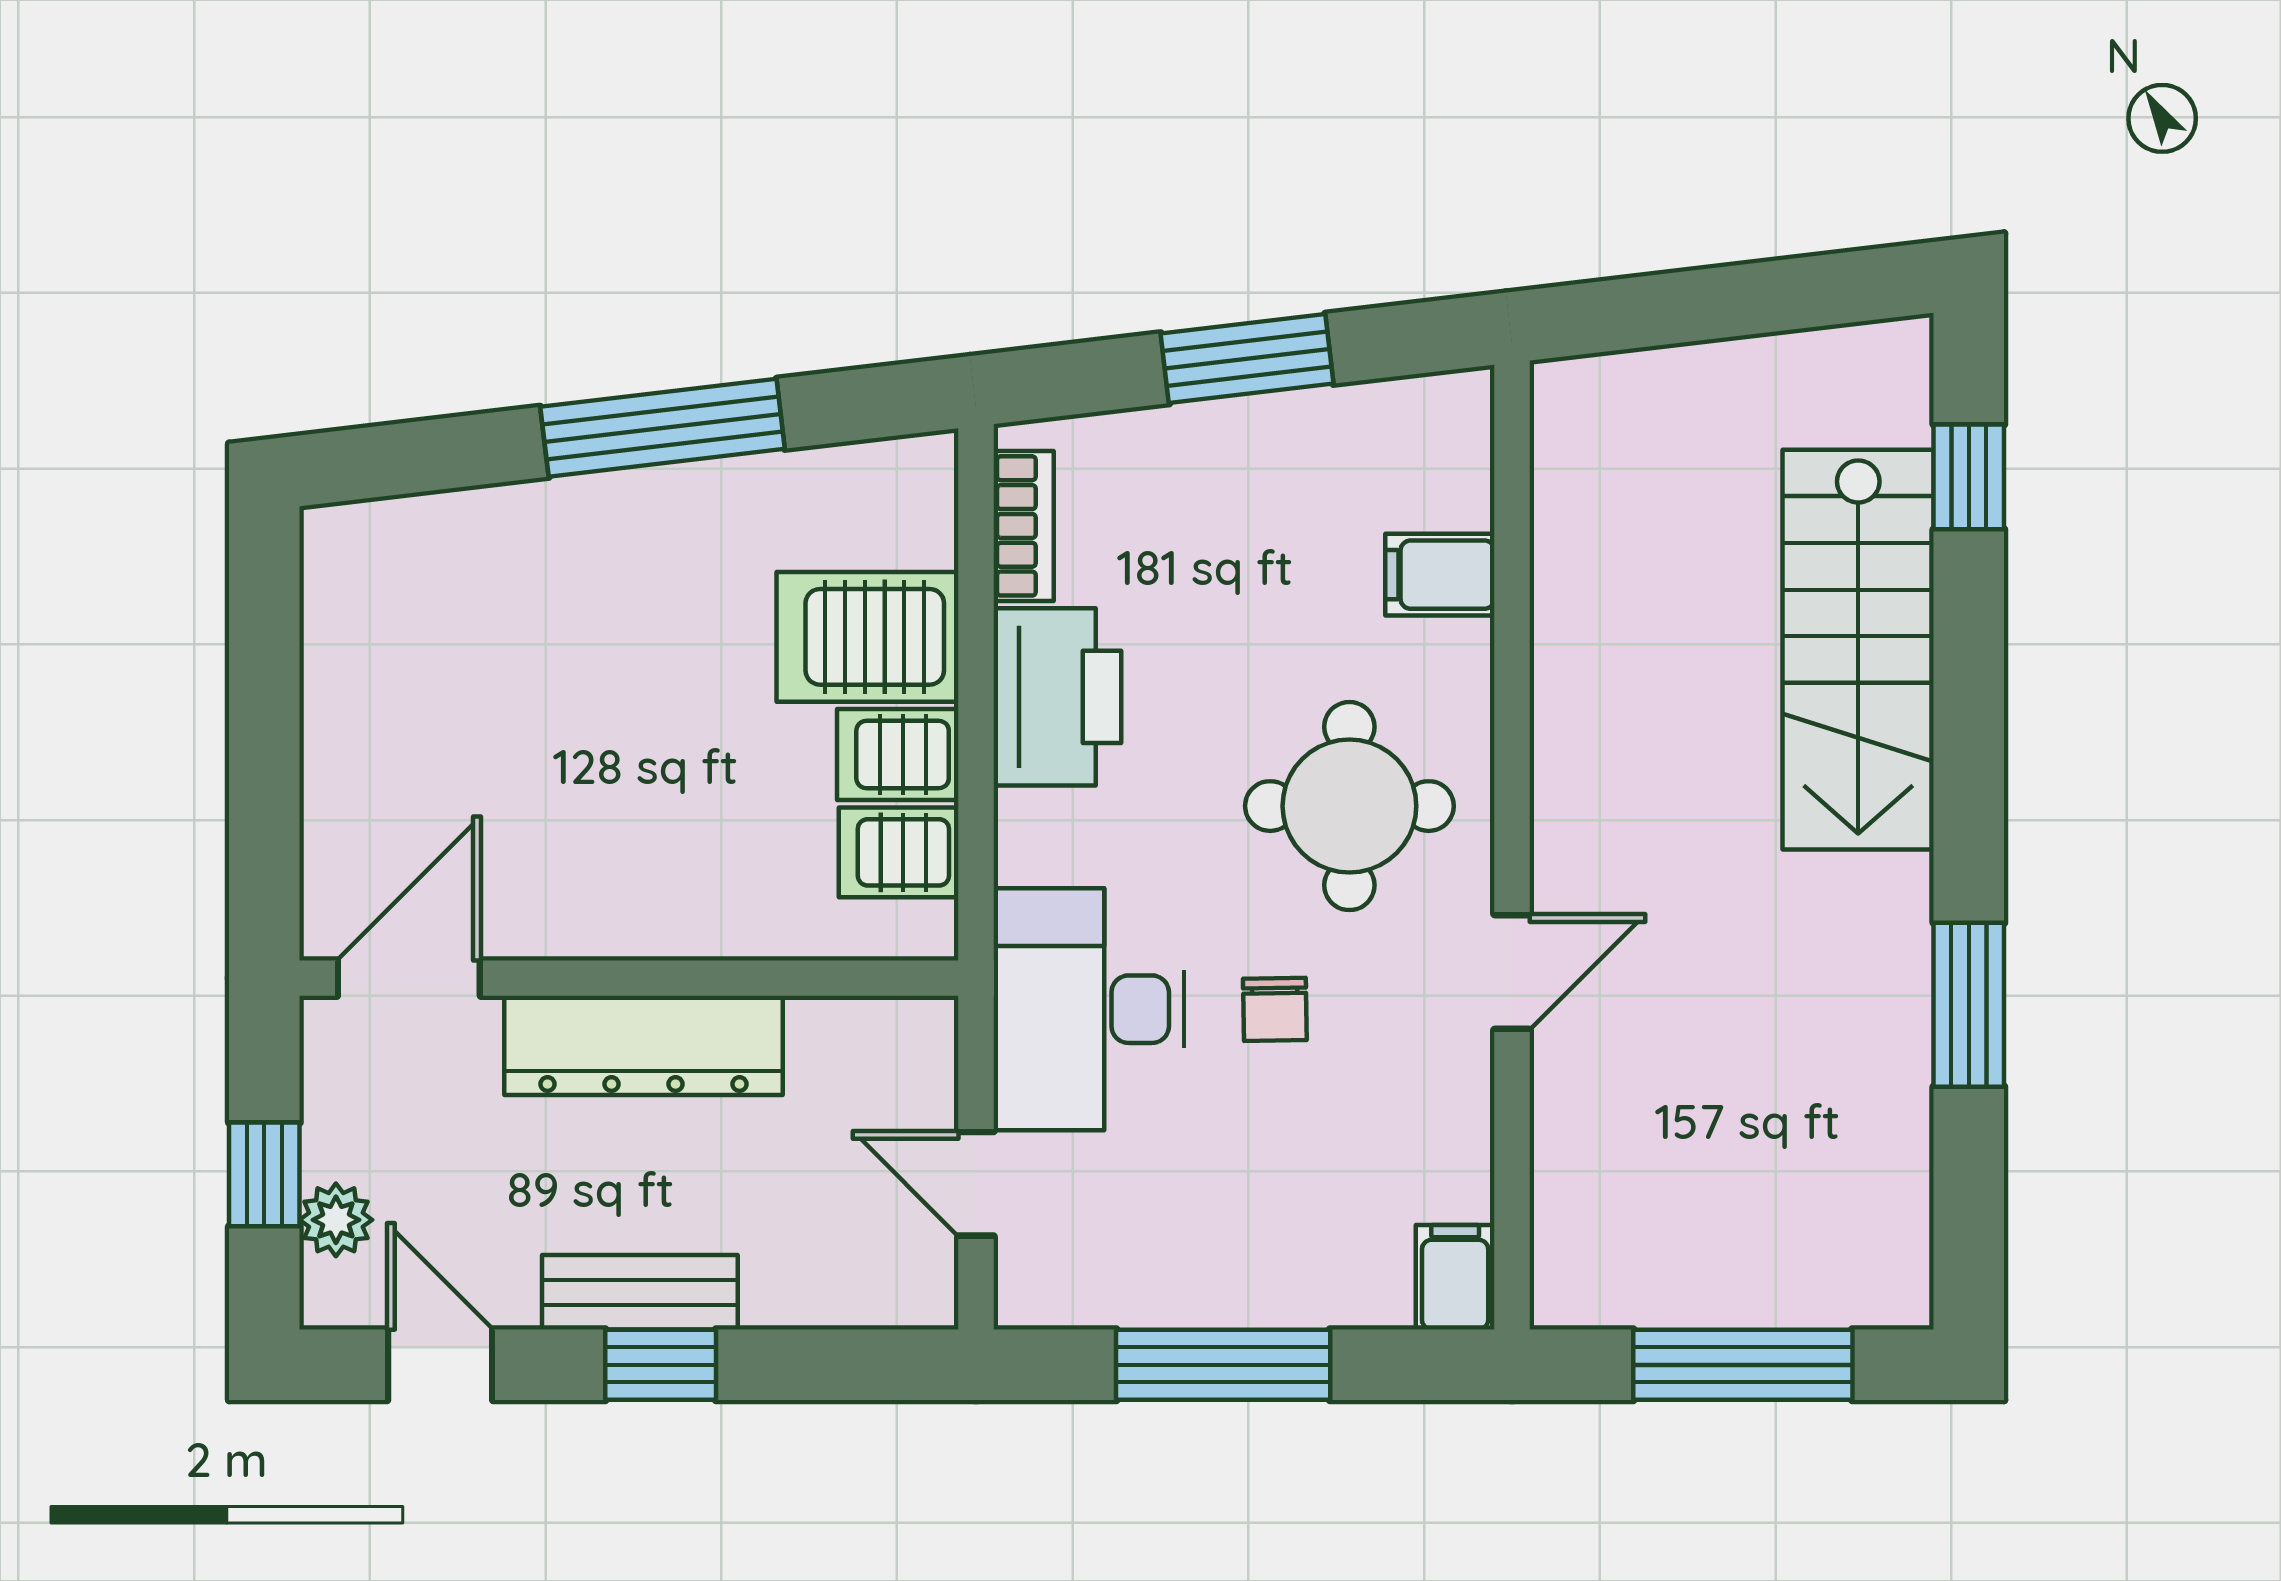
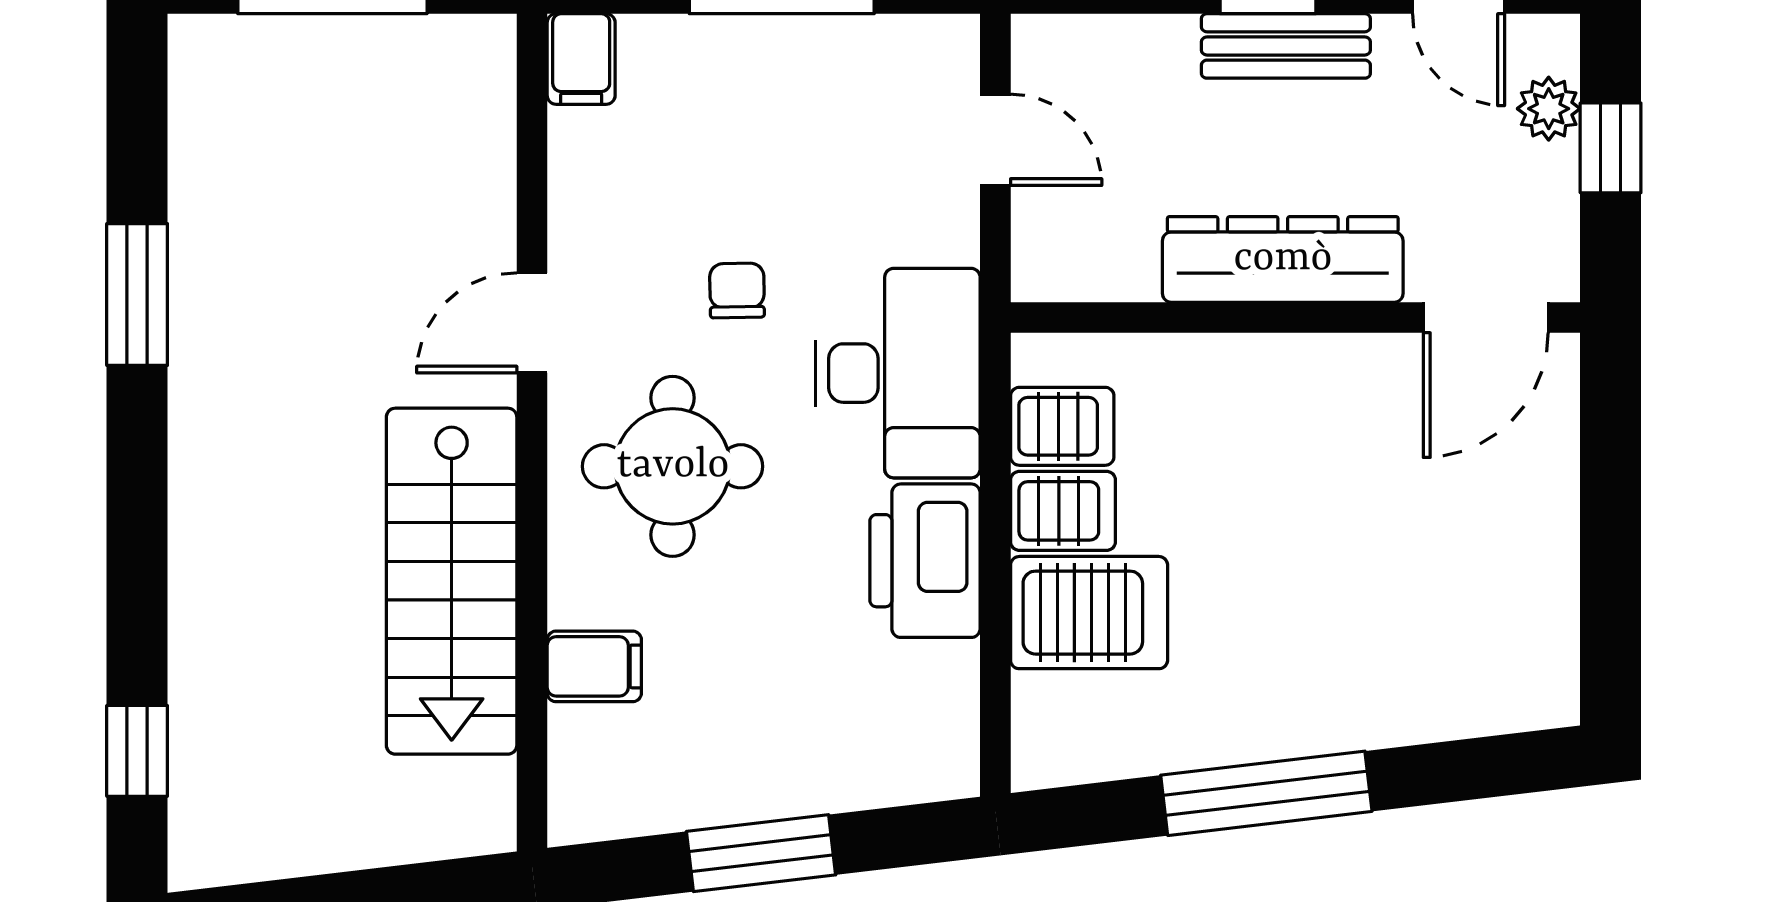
bookcase: (1024, 526) -> (954, 708), removed
stairs: (1858, 650) -> (452, 581), moved, turned 180
desk: (1089, 1009) -> (898, 373), moved

